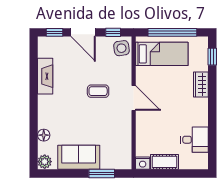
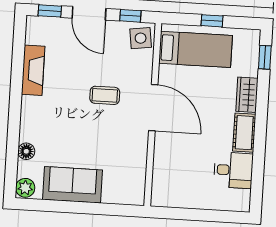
window: (172, 32) -> (212, 21), width x0.32
door: (134, 98) -> (153, 108), width x1.36
cot: (164, 162) -> (244, 133), moved, turned 90
nightstand: (143, 163) -> (160, 198), removed
window: (102, 173) -> (103, 209), removed

